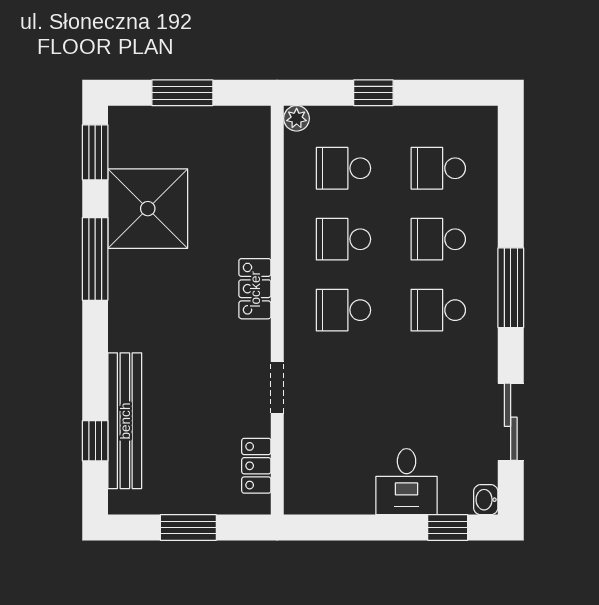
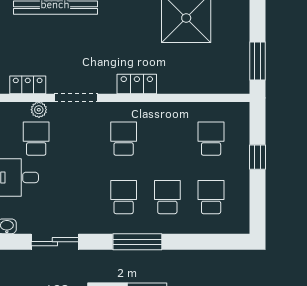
window: (182, 93) -> (258, 61), moved
plant: (297, 118) -> (39, 110), moved
school desk: (343, 239) -> (36, 139), moved
doorway: (277, 387) -> (76, 98), width x1.38

